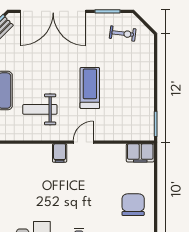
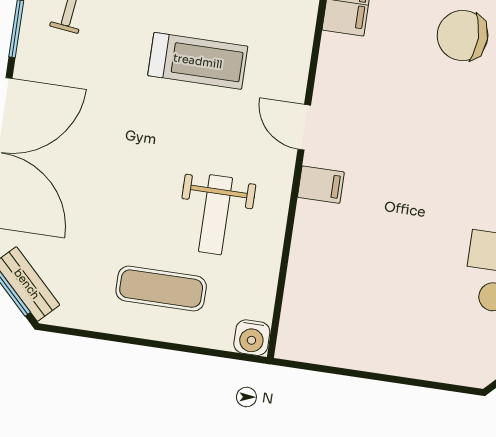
treadmill: (90, 88) -> (198, 61), moved, turned 180

